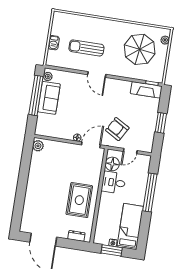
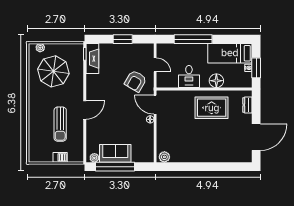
floor lamp: (112, 164) -> (216, 81), moved

